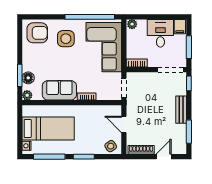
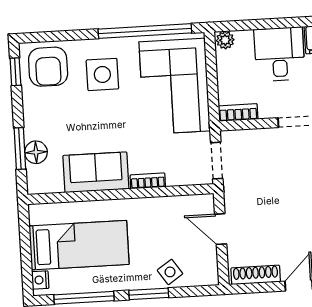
armchair: (37, 33) -> (48, 67), turned 90
window: (20, 34) -> (15, 72), added
plant: (27, 95) -> (36, 185), removed
side table: (111, 146) -> (170, 272), moved

